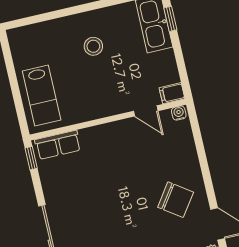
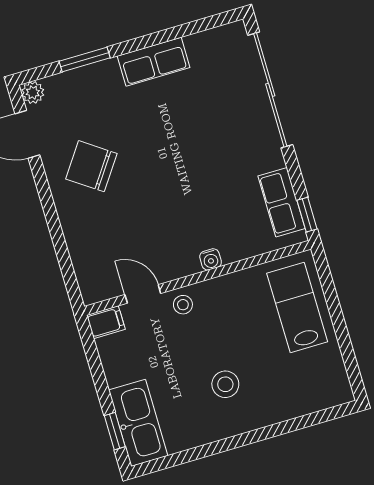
stool: (119, 102) -> (183, 305), added
water cooler: (179, 113) -> (211, 259), moved
row of seats: (58, 145) -> (282, 202), moved, turned -90

